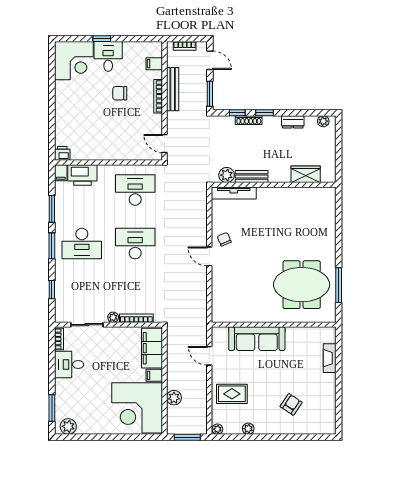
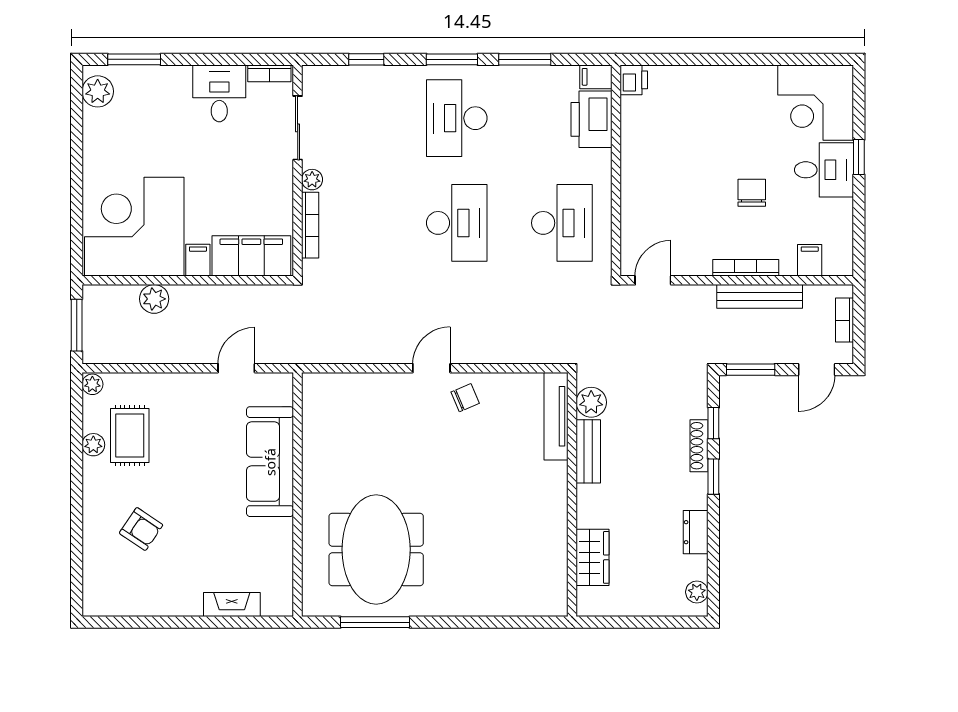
rug: (232, 394) -> (130, 436), moved

